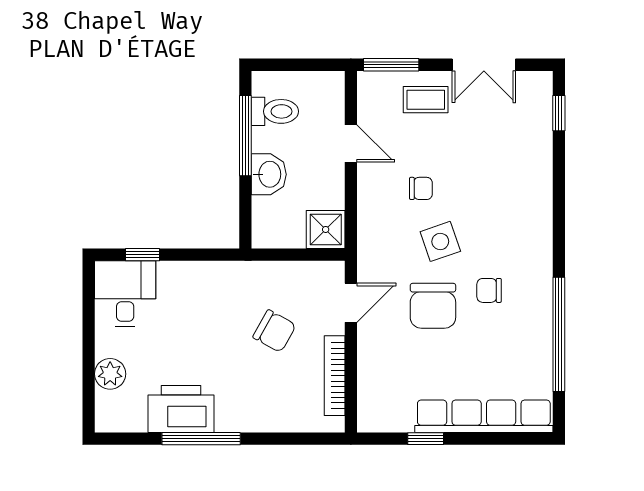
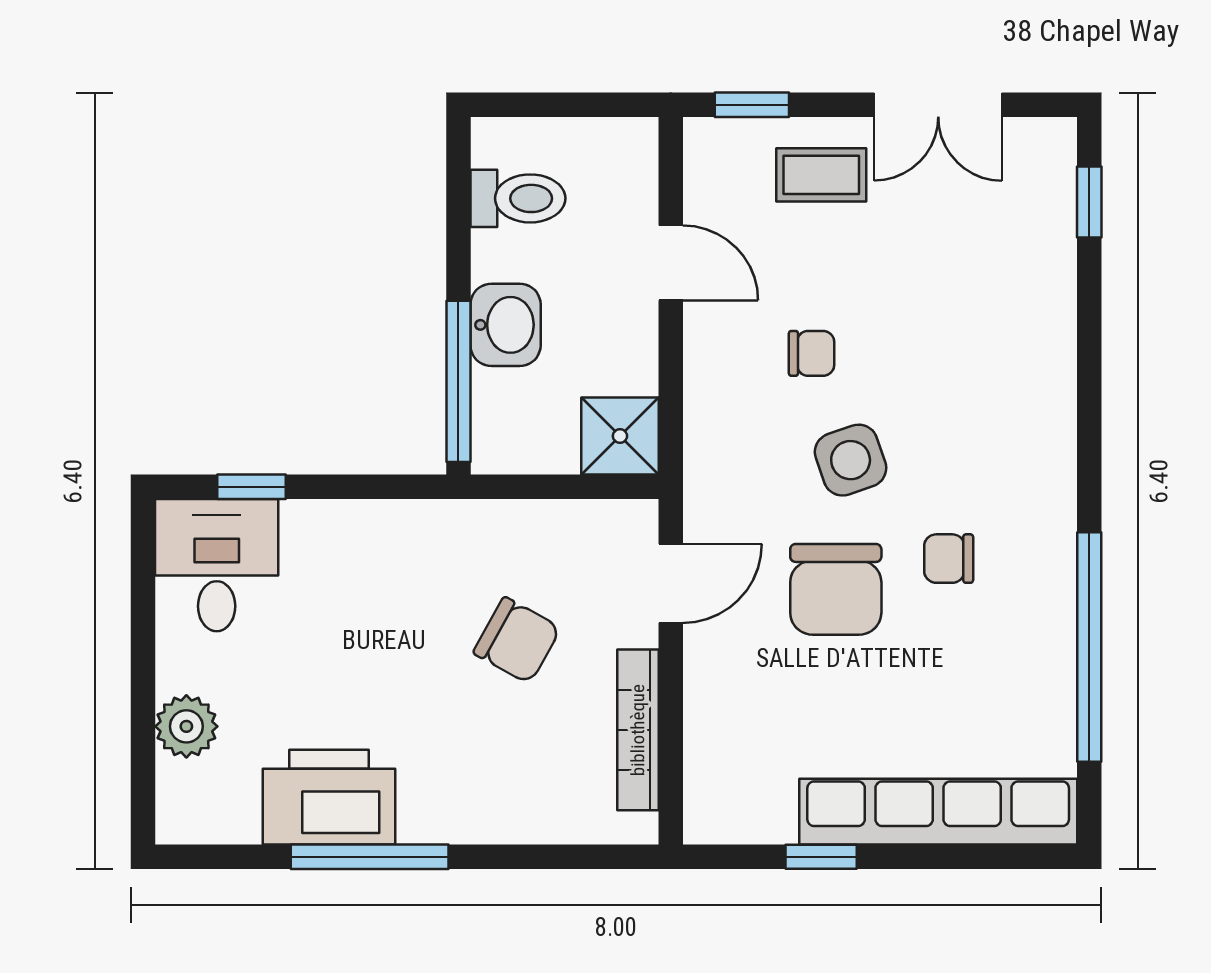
window: (391, 65) -> (752, 105), width x0.67
window: (245, 136) -> (458, 381), moved

